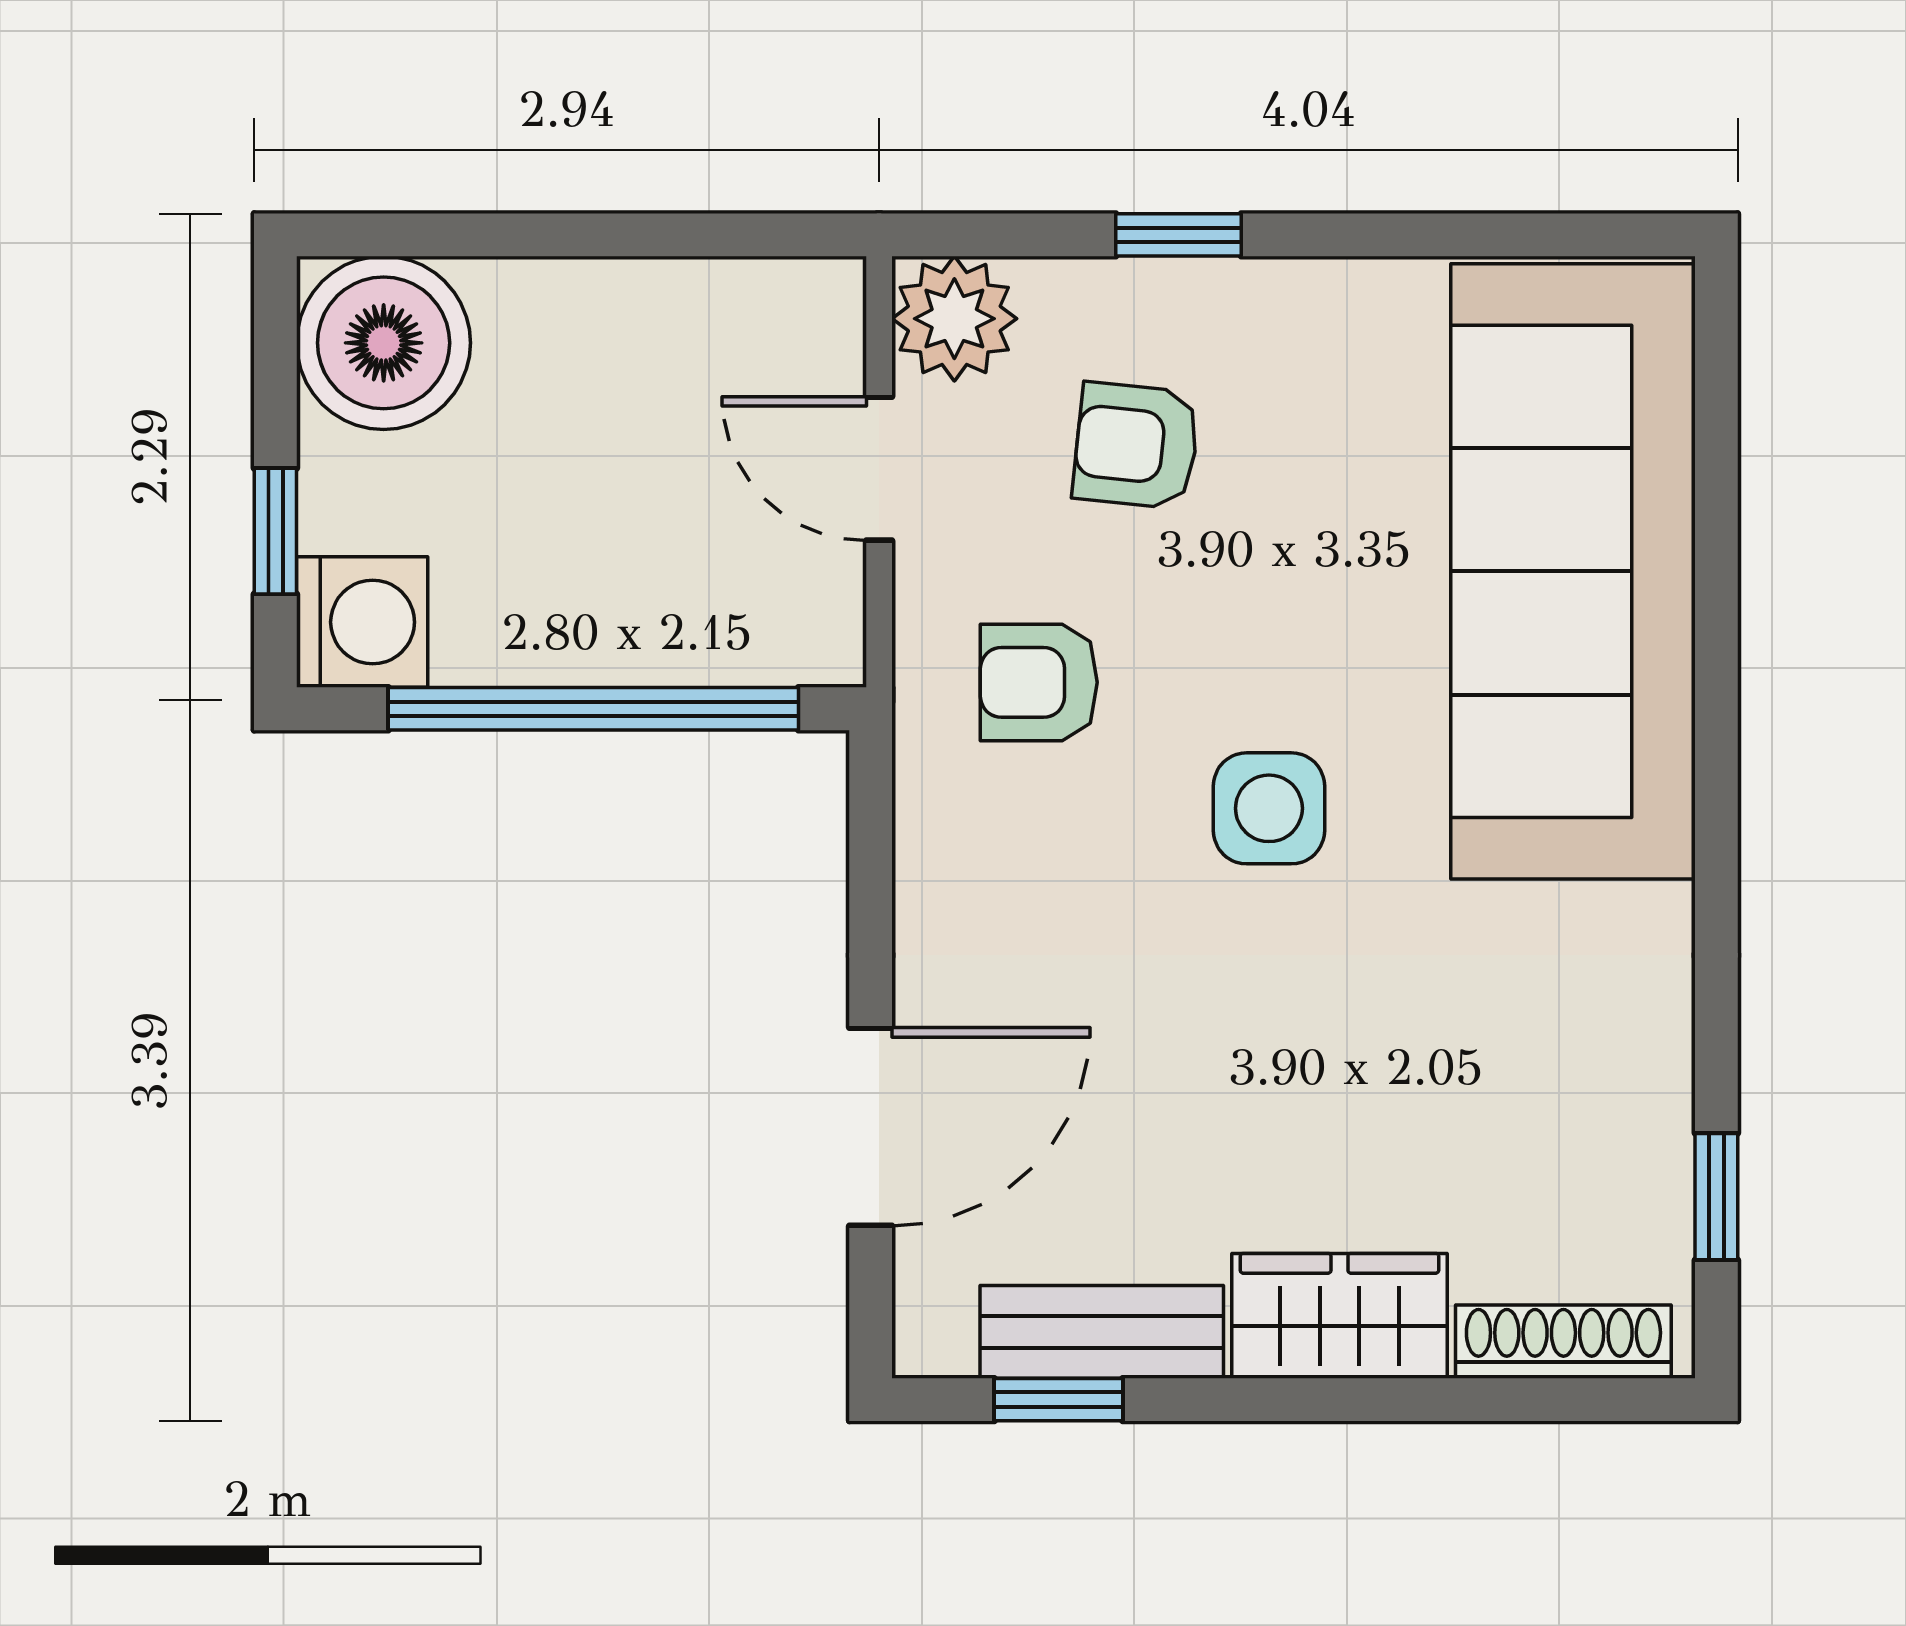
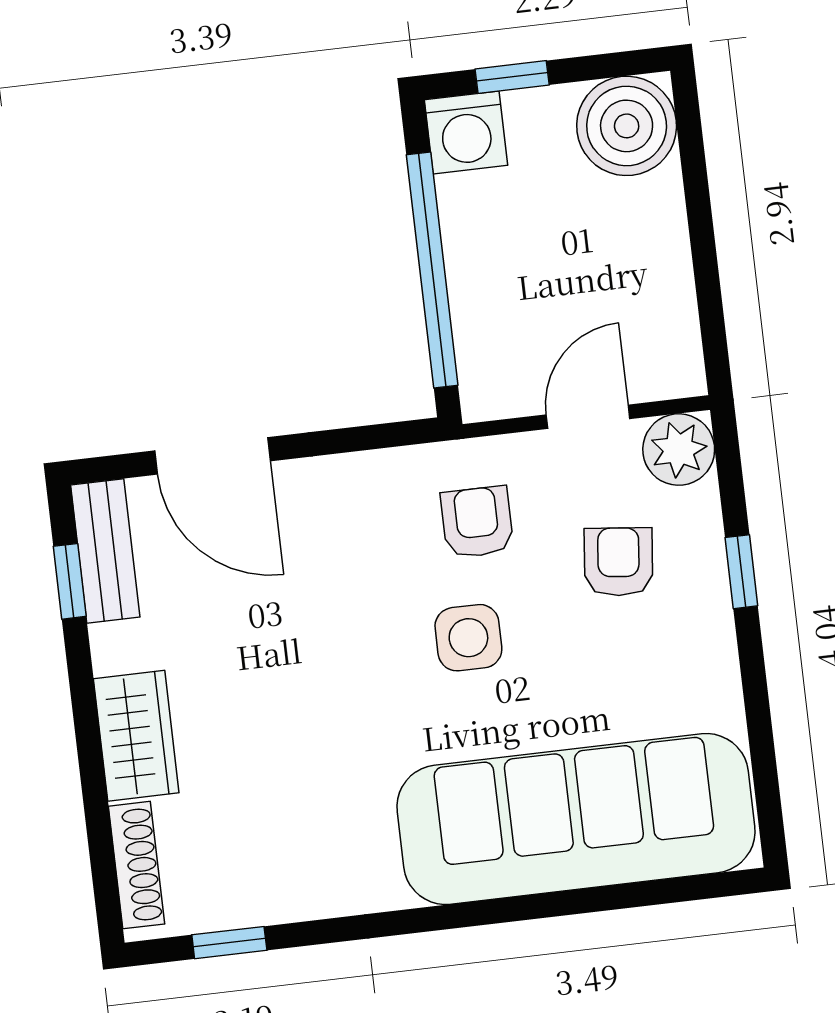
side table: (1269, 808) -> (468, 638), moved
bench: (1102, 1332) -> (105, 551), moved

